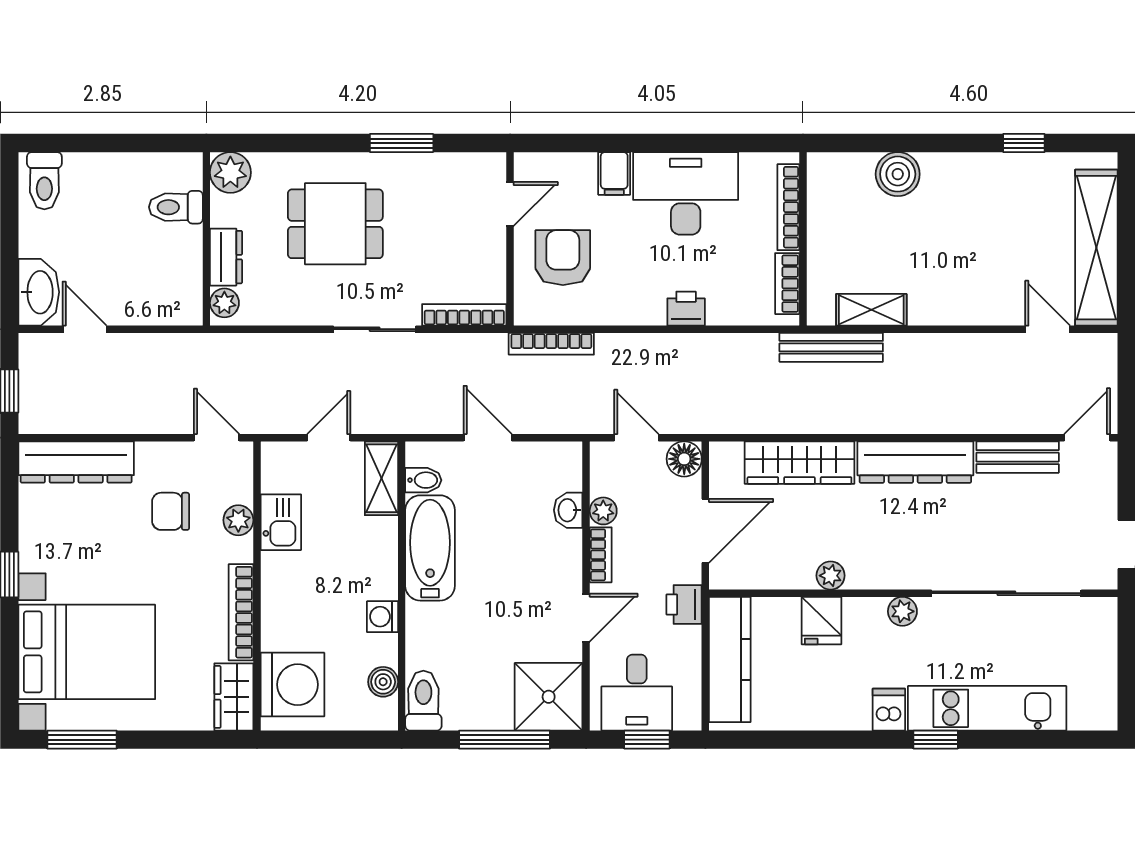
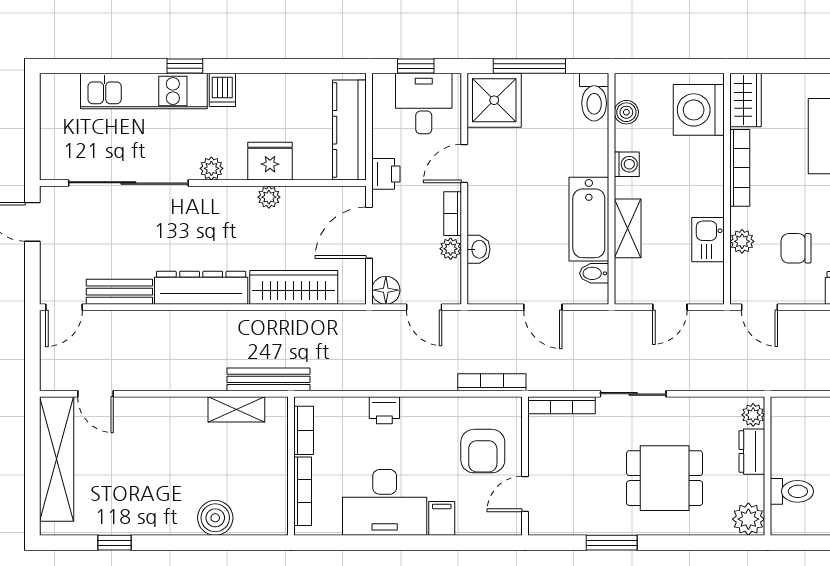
shelving: (381, 478) -> (628, 228), moved
chair: (171, 511) -> (796, 248), turned 180
fridge: (822, 621) -> (270, 161), width x1.38

